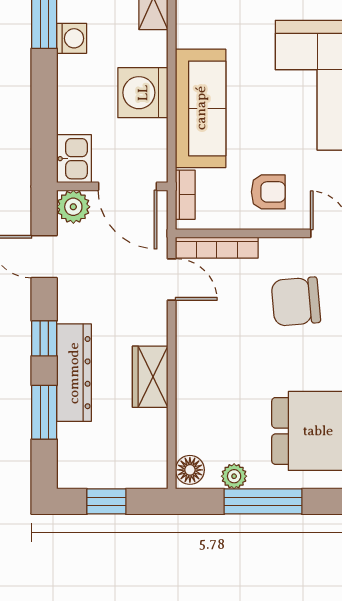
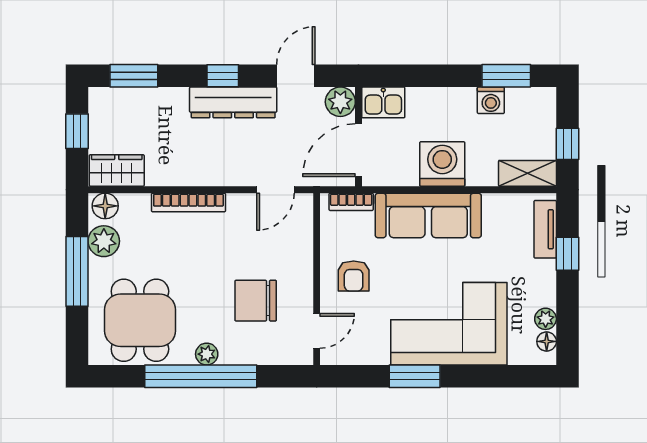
bookcase: (217, 248) -> (188, 202), moved, turned -90
chair: (296, 302) -> (256, 301), turned -85
dresser: (74, 373) -> (233, 102), moved
wardrobe: (150, 377) -> (117, 170), moved
window: (44, 412) -> (134, 76), moved
plant: (234, 476) -> (104, 241), width x1.38, depth x1.38

